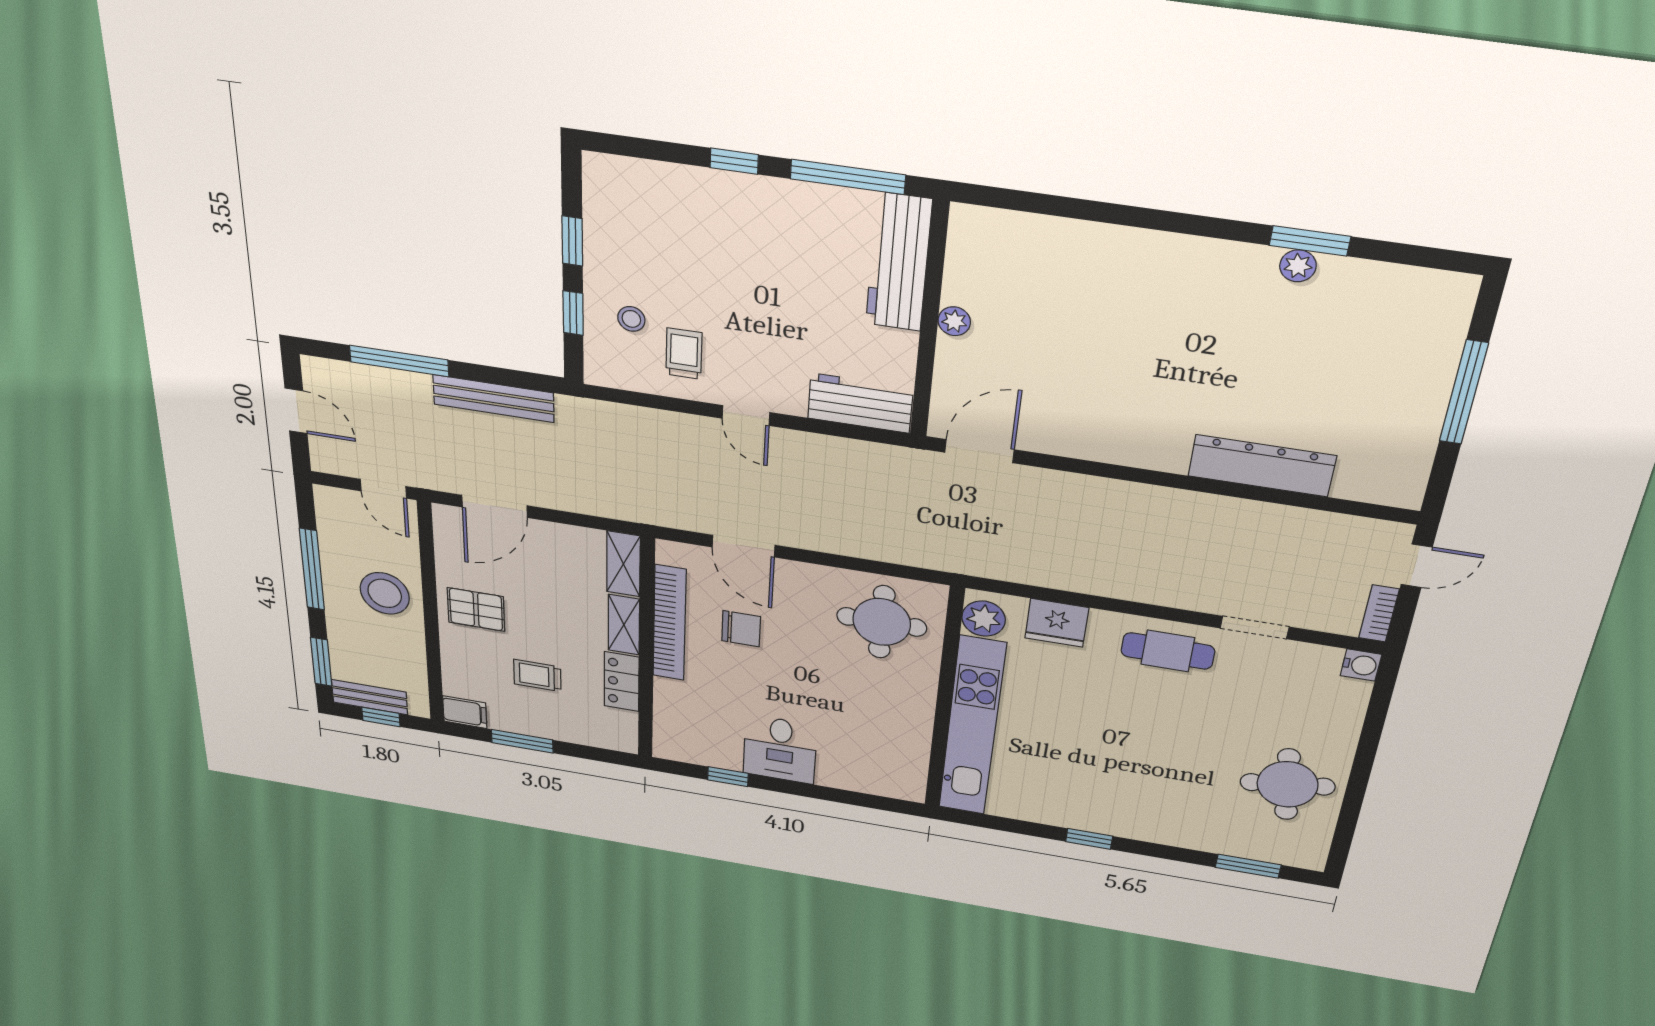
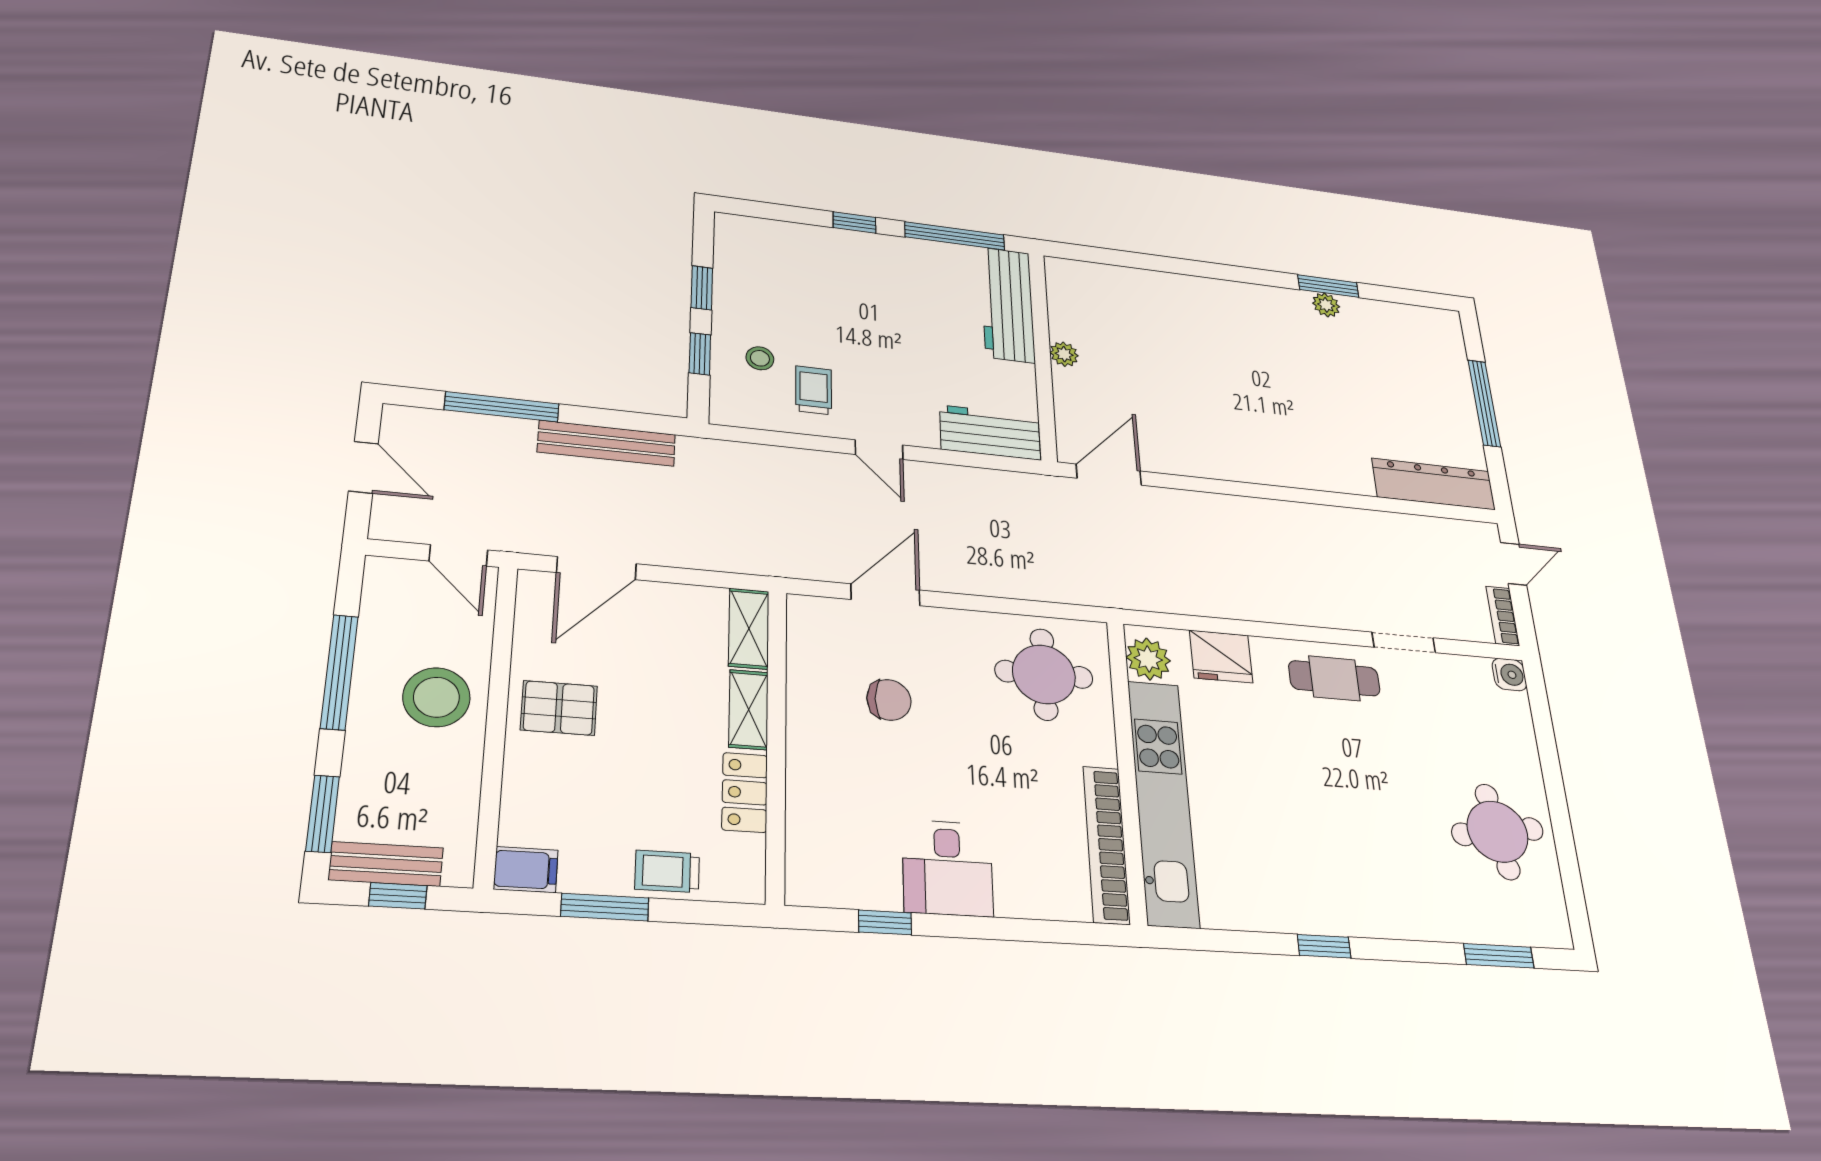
dresser: (1262, 466) -> (1434, 484), moved
door: (744, 546) -> (885, 595), swing flipped
bookcase: (669, 623) -> (1106, 844), moved, turned 180
trolley: (537, 675) -> (667, 871), moved

